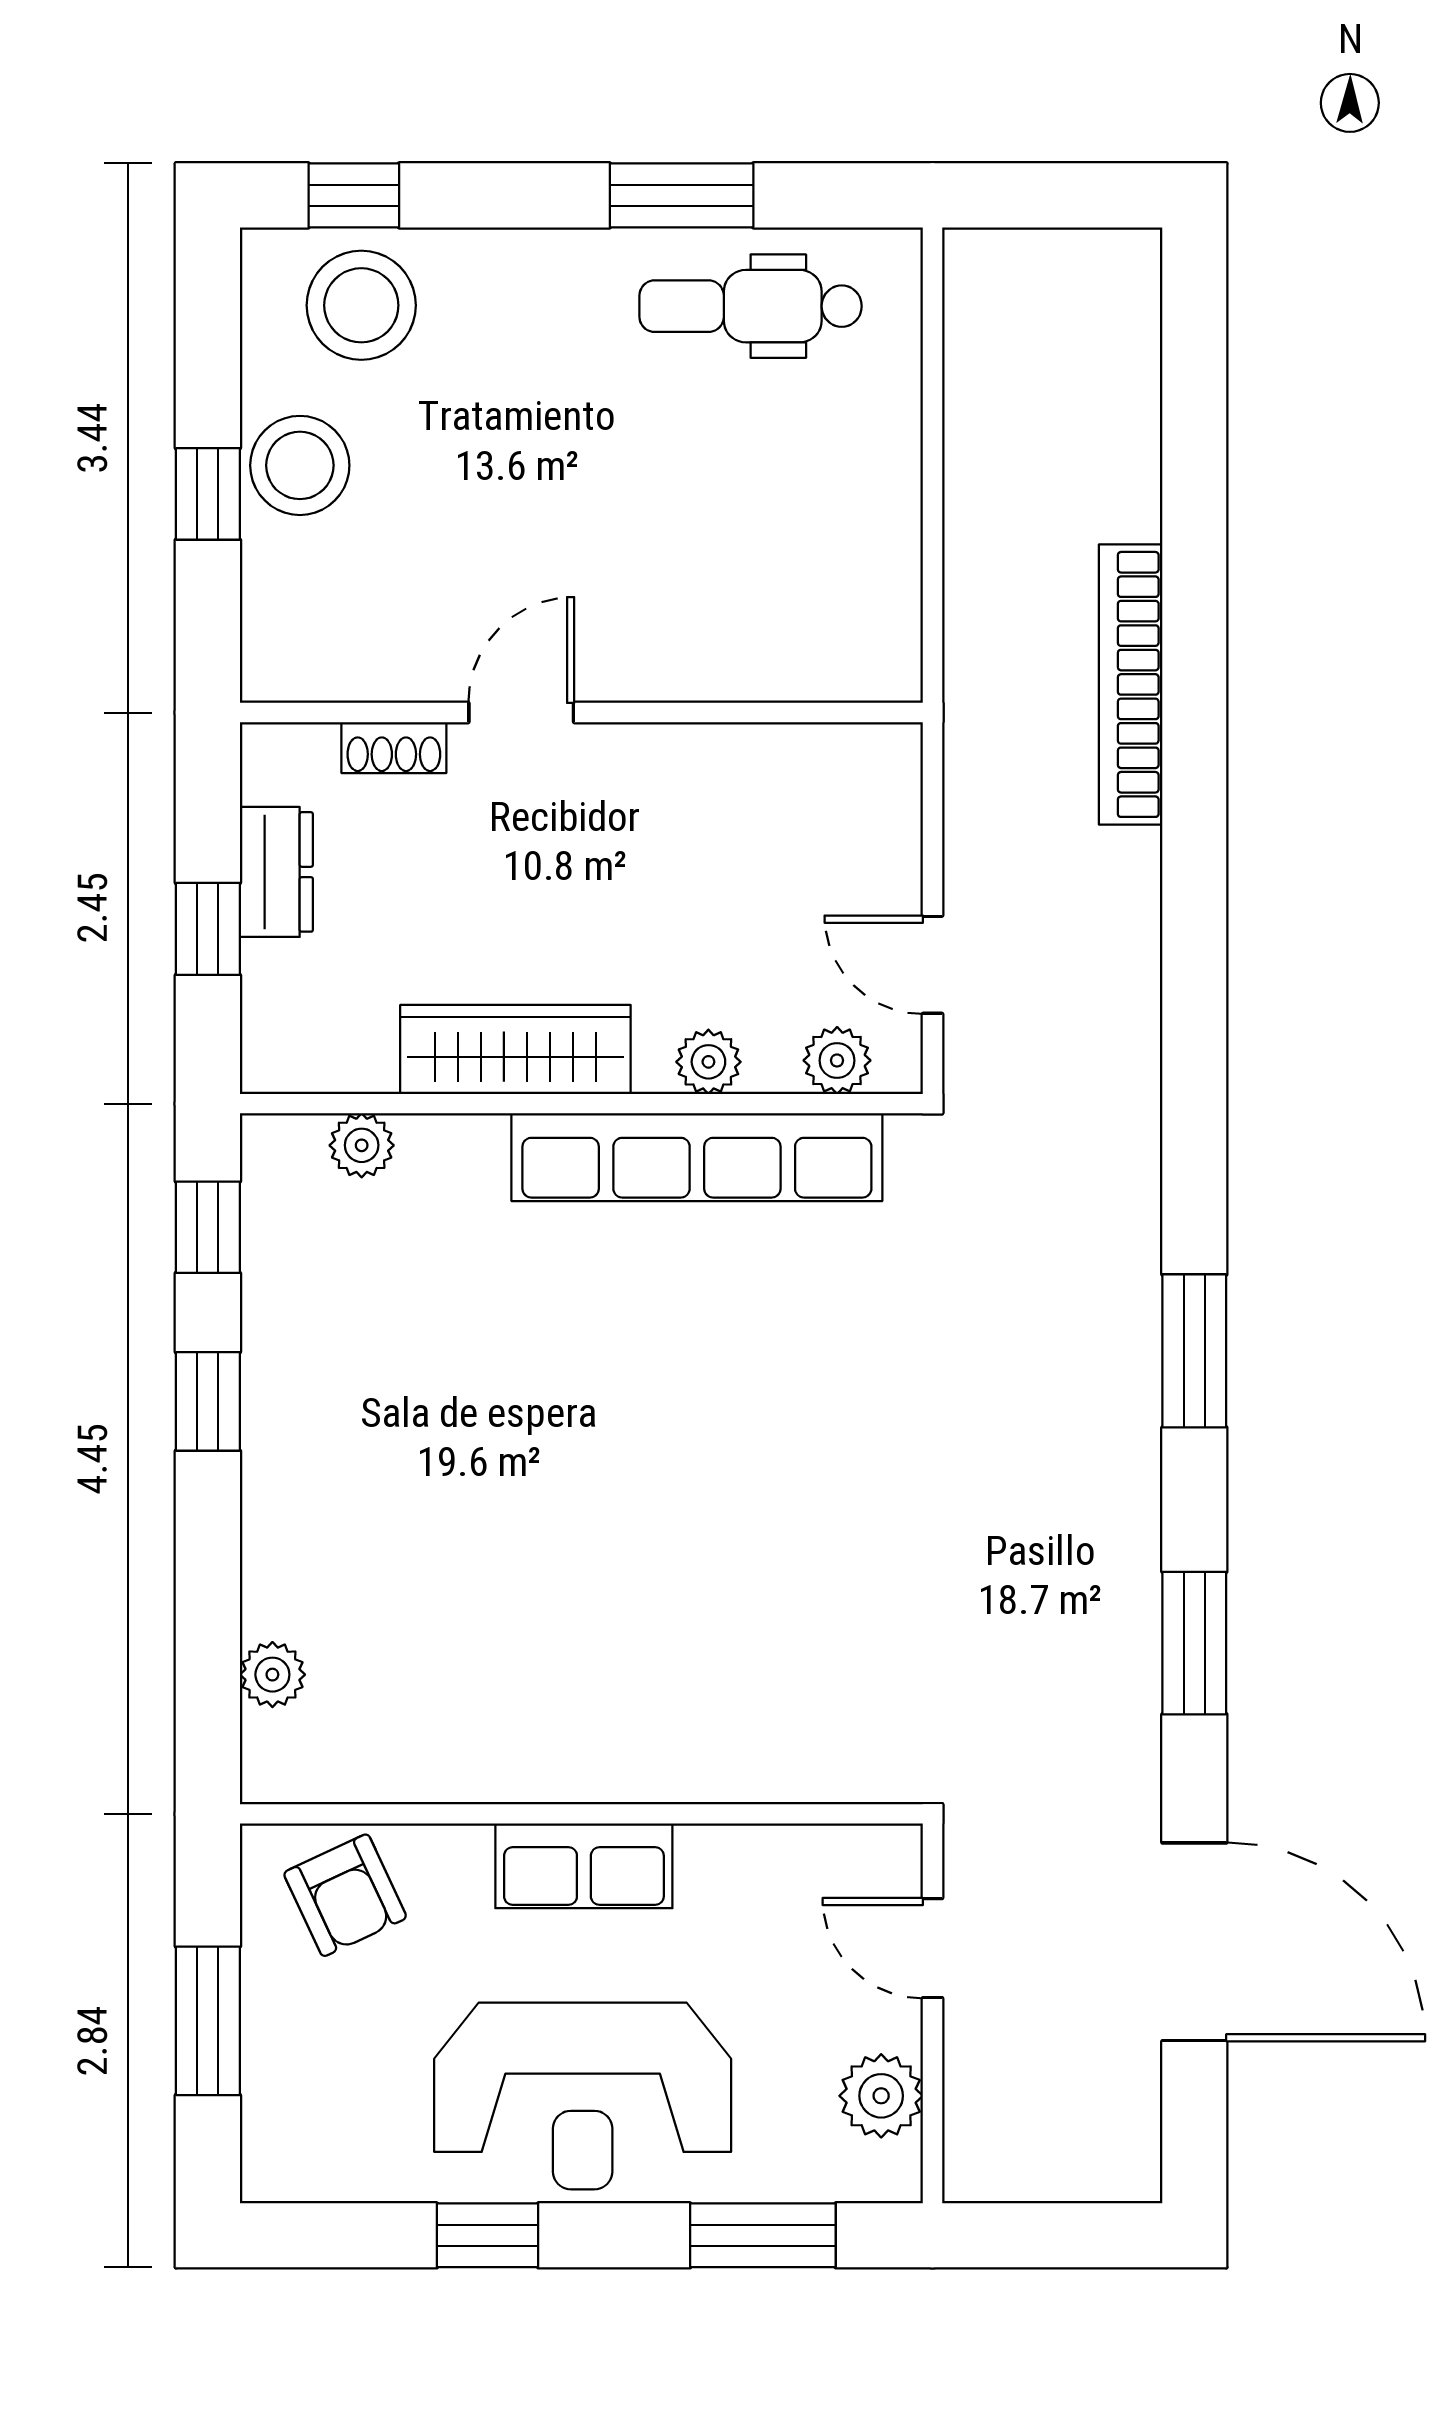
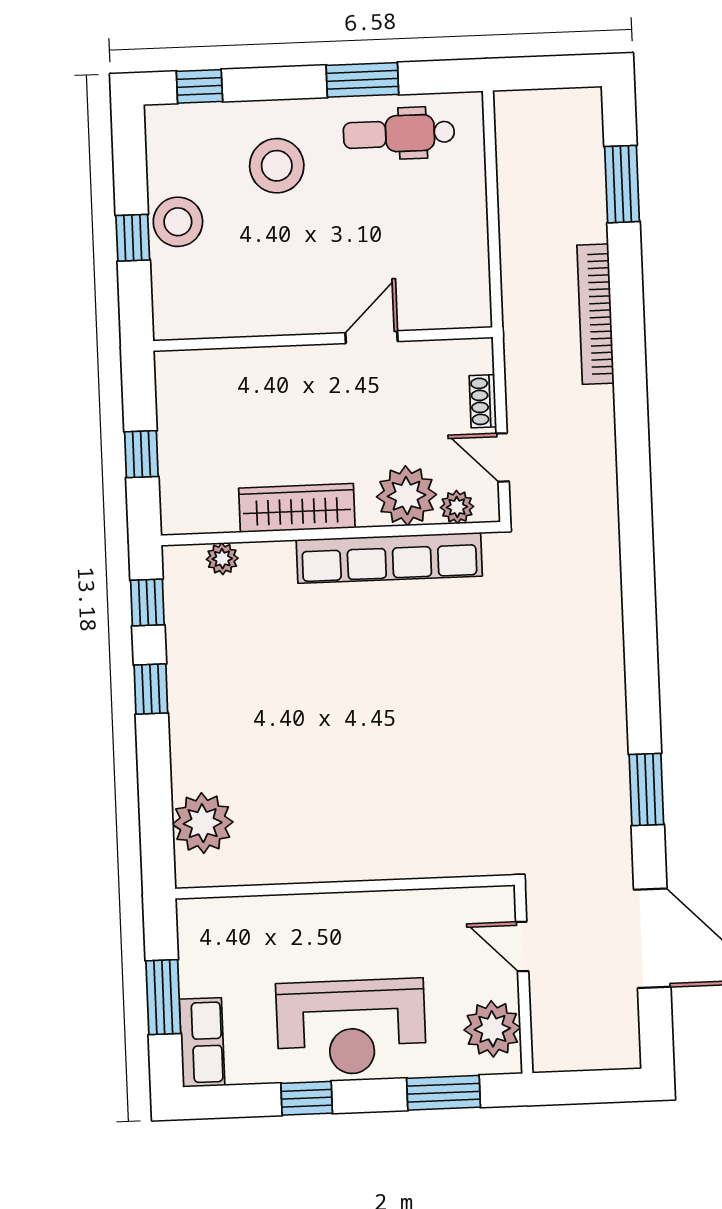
stool: (361, 305) -> (277, 166), moved
door: (521, 713) -> (371, 337), moved
shoe rack: (394, 748) -> (483, 401), moved, turned 90
dresser: (276, 872) -> (174, 424), removed
plant: (708, 1062) -> (407, 496), width x1.88, depth x1.88
window: (1194, 1351) -> (622, 184), moved
plant: (272, 1675) -> (203, 823), width x1.88, depth x1.88
row of seats: (584, 1866) -> (202, 1042), moved, turned -90
armchair: (345, 1895) -> (229, 932), removed
plant: (881, 2096) -> (492, 1029), width x1.36, depth x1.36

